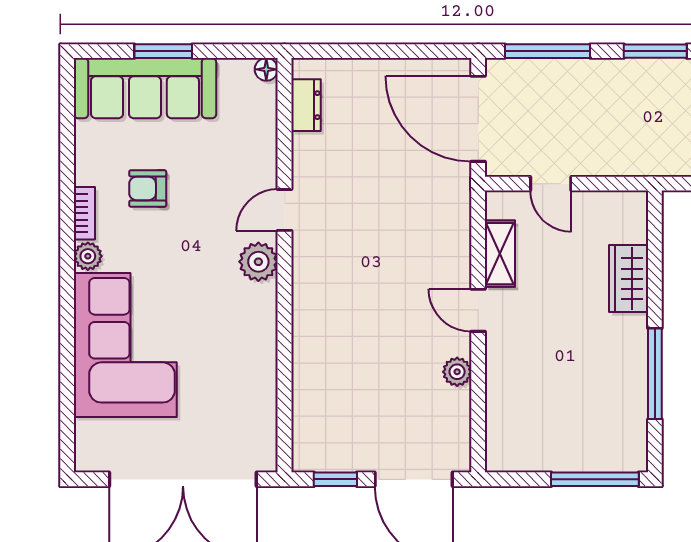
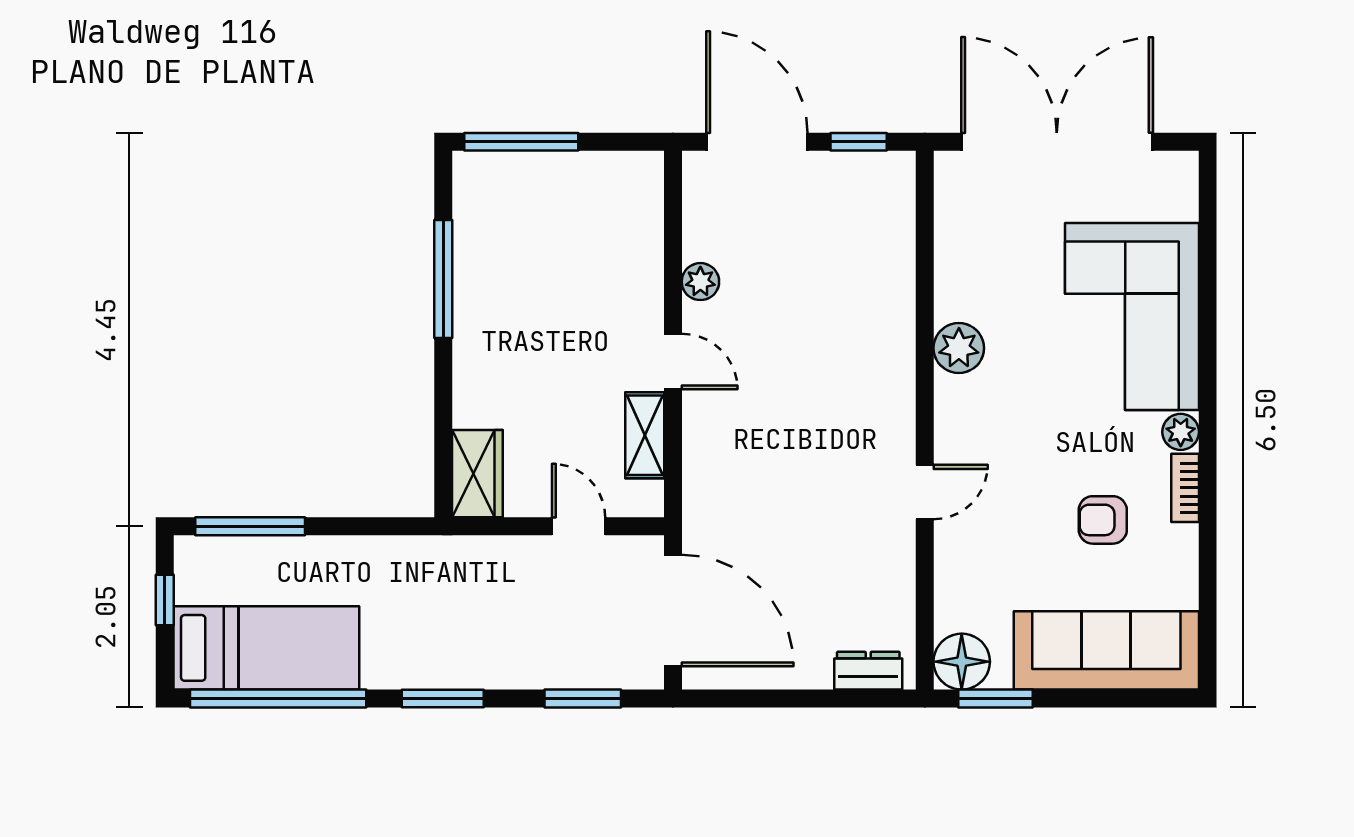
window: (163, 51) -> (996, 699), moved
window: (548, 51) -> (583, 699), width x0.69
floor lamp: (266, 69) -> (962, 662), width x1.89, depth x1.89
dresser: (306, 105) -> (868, 671), moved, turned 90
armchair: (148, 188) -> (1103, 520), turned 180
plant: (258, 262) -> (959, 348), moved
wardrobe: (629, 279) -> (477, 474), moved

